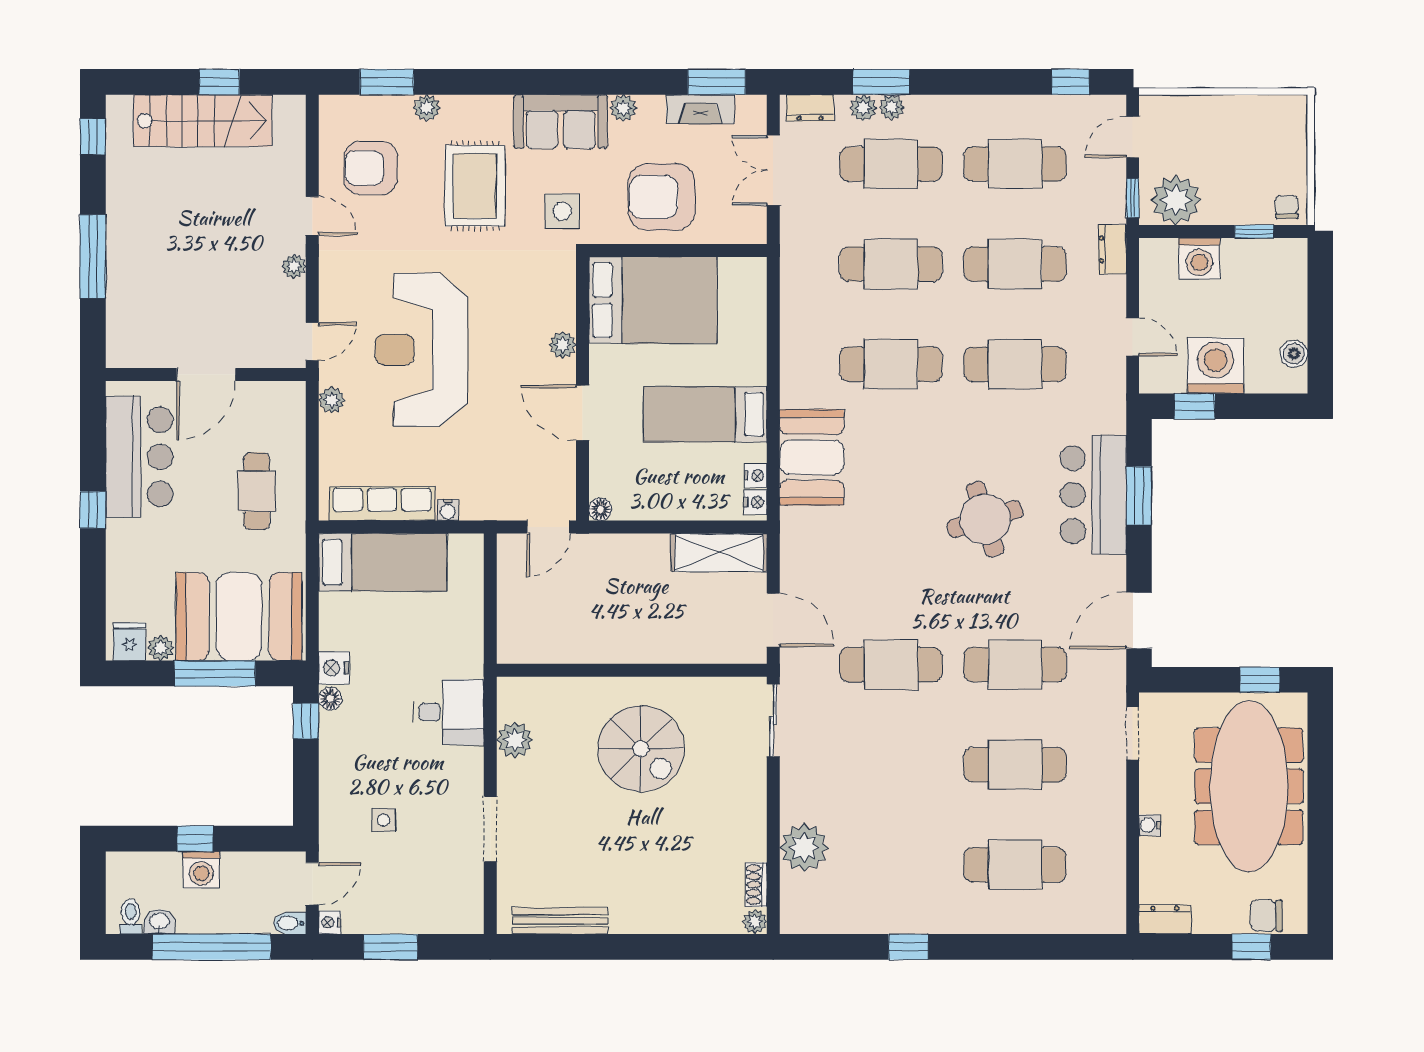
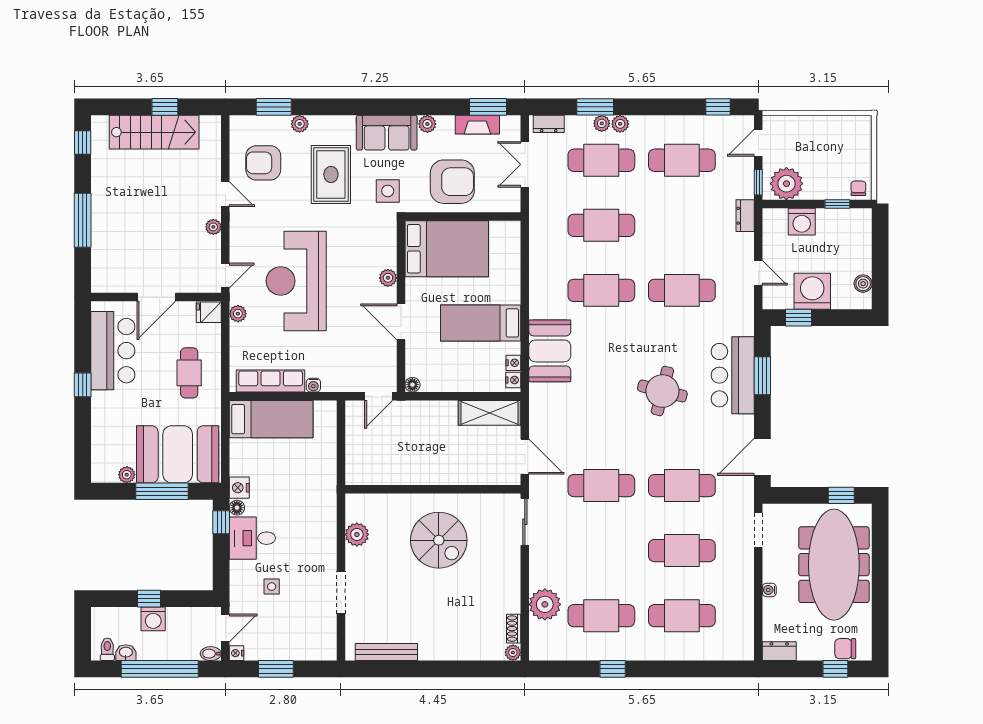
plant: (863, 108) -> (620, 124), moved
armchair: (662, 197) -> (452, 182), turned 180
cafe table: (1015, 264) -> (601, 616), moved
round table: (985, 519) -> (662, 391), turned 31
fridge: (129, 642) -> (209, 312), moved, turned -90
desk: (449, 712) -> (252, 538), moved, turned 180

